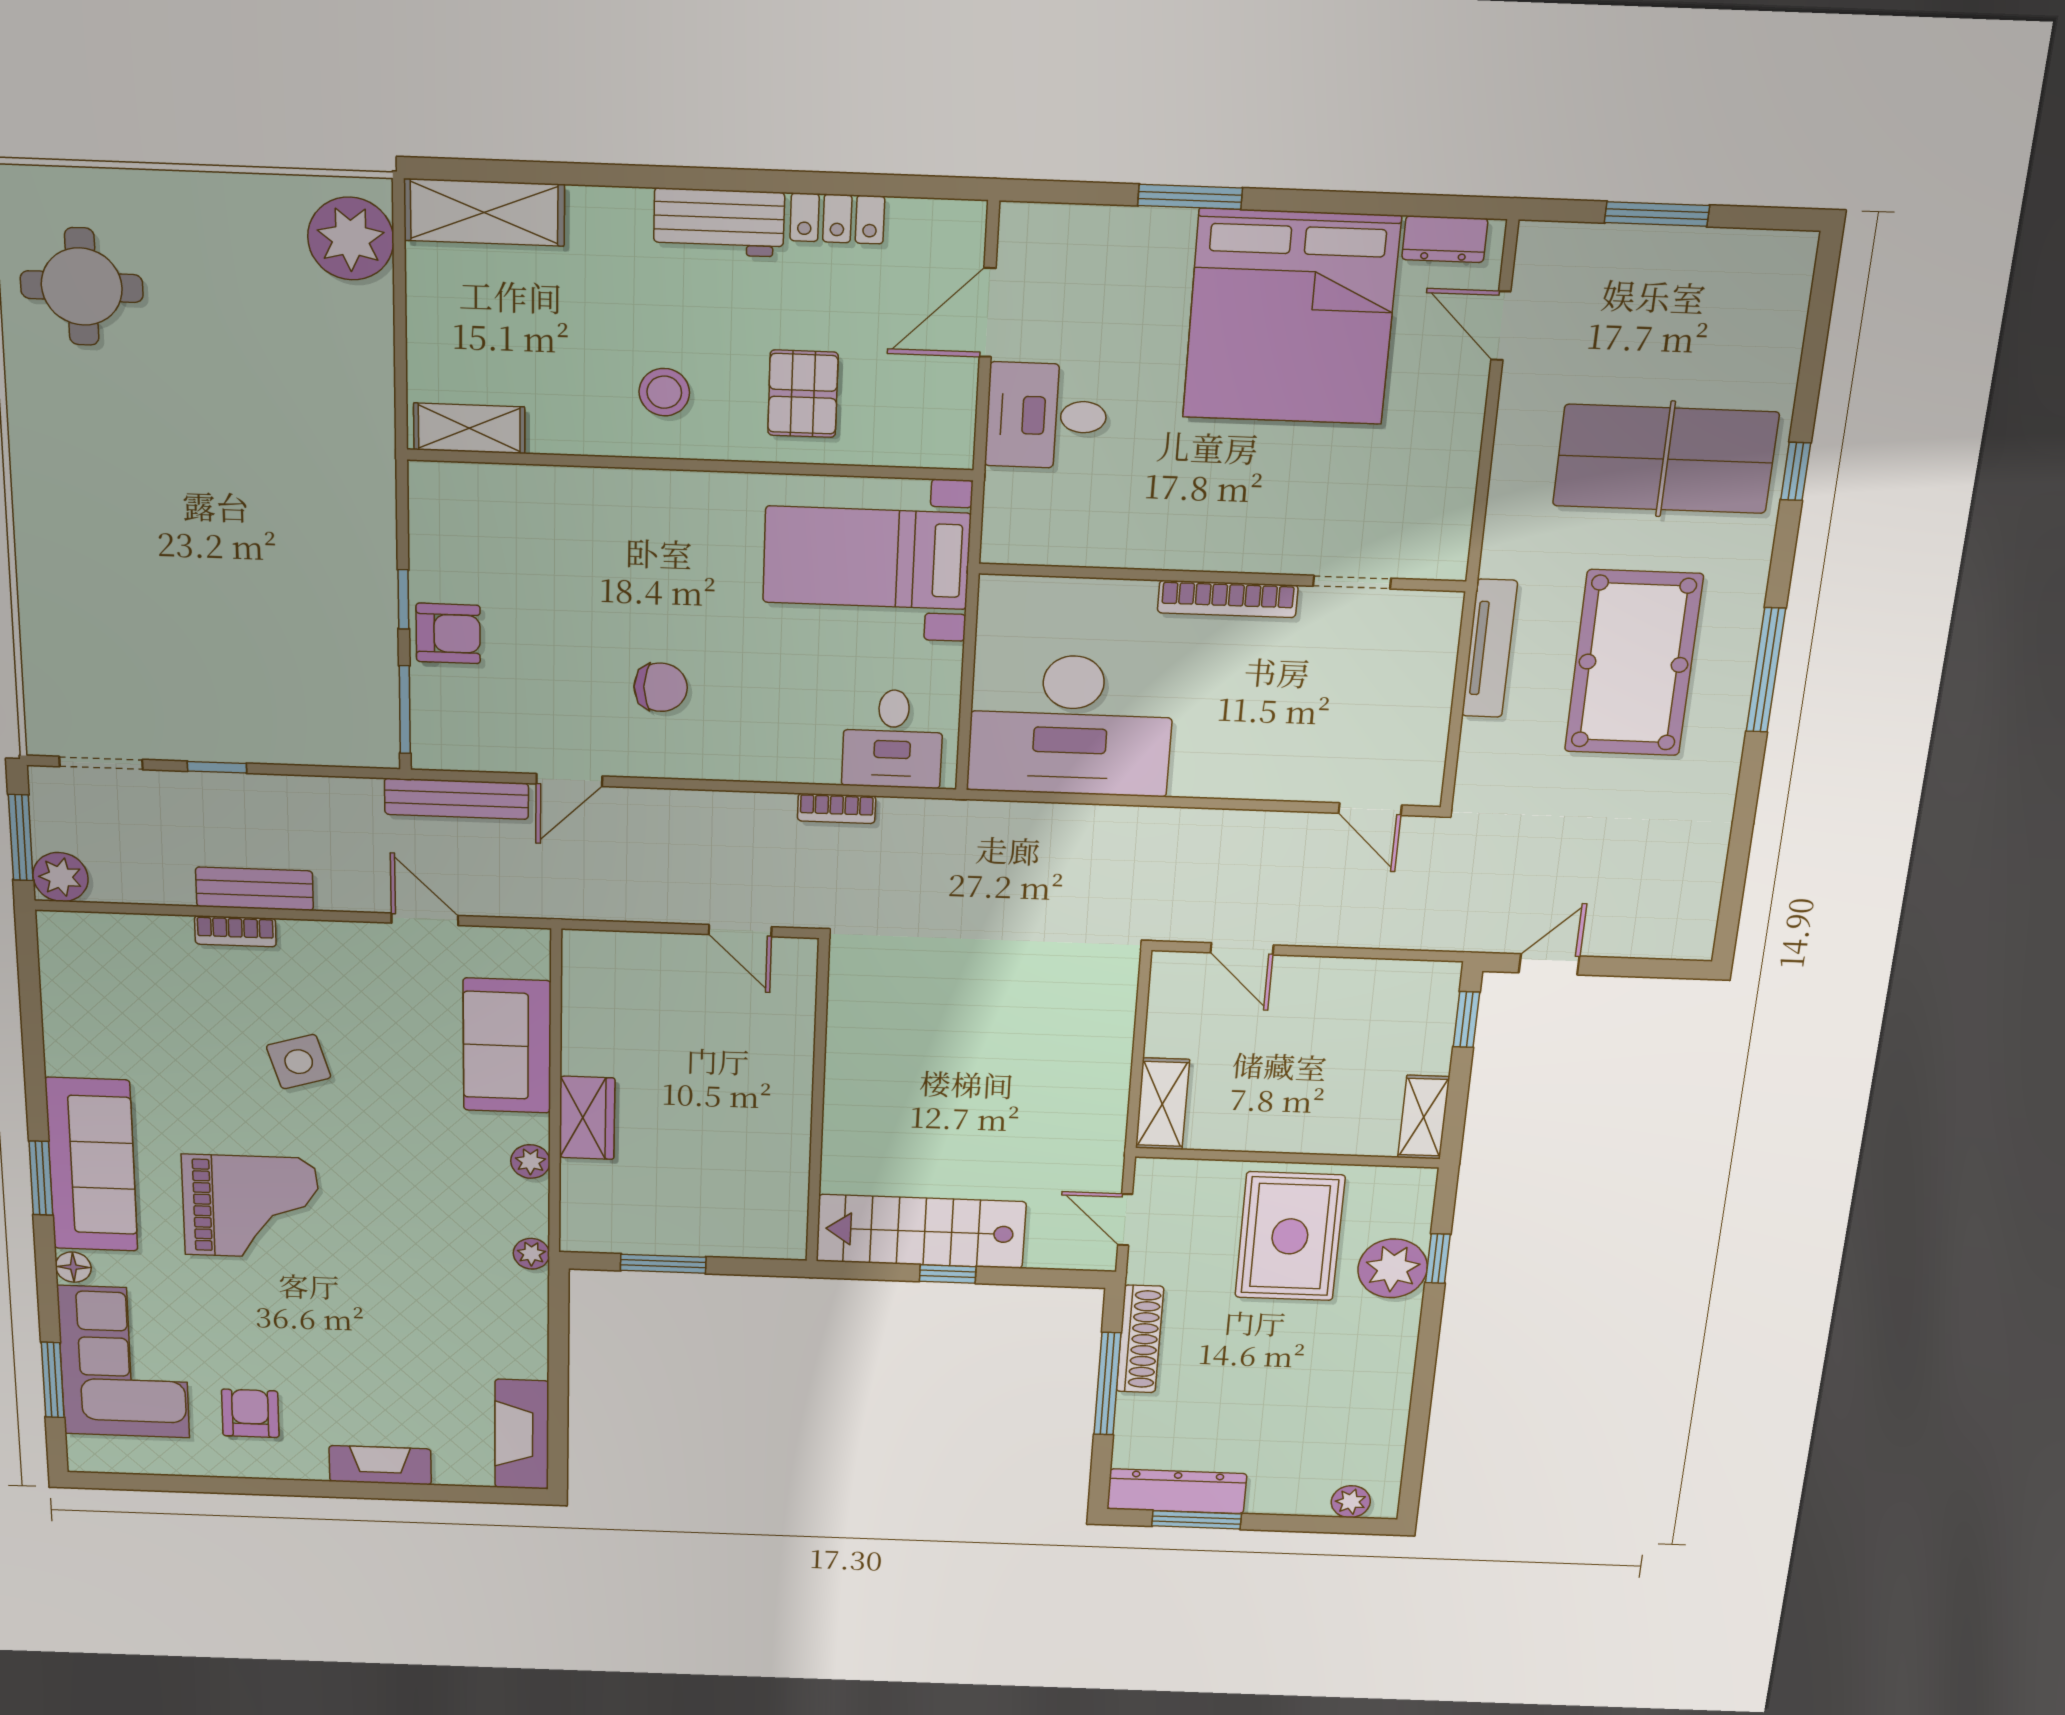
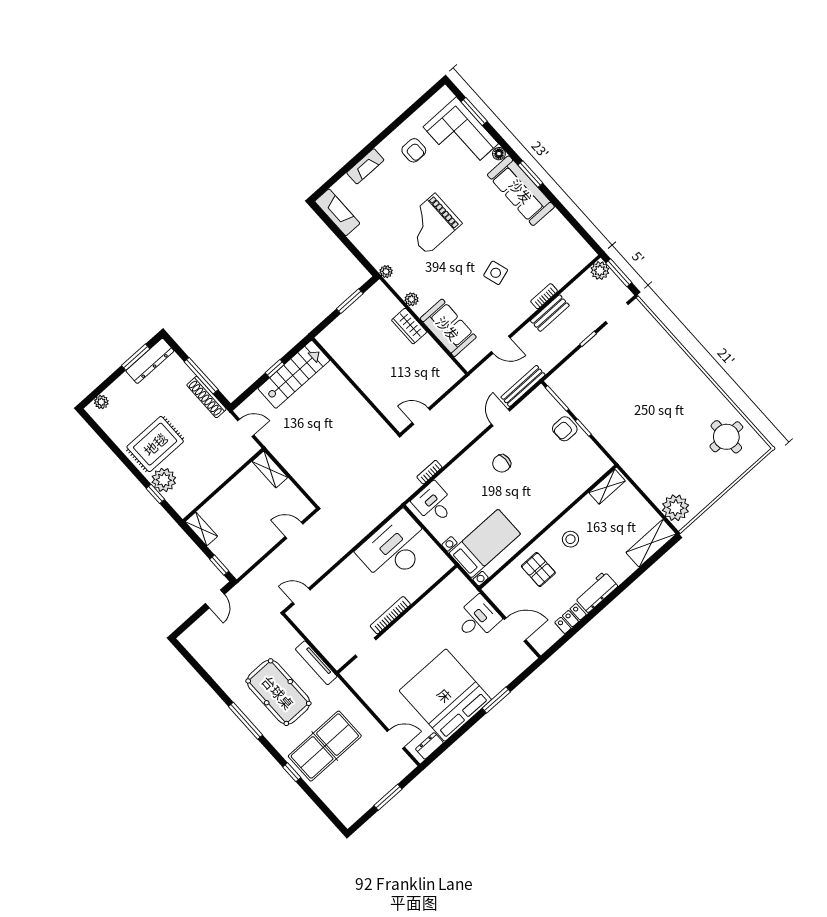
door: (988, 313) -> (515, 630), hinge flipped
grand piano: (251, 1207) -> (431, 224), moved
rug: (1290, 1236) -> (155, 444), moved, turned 90

